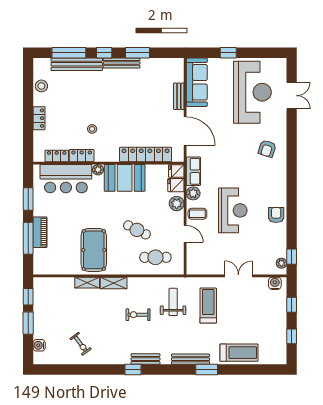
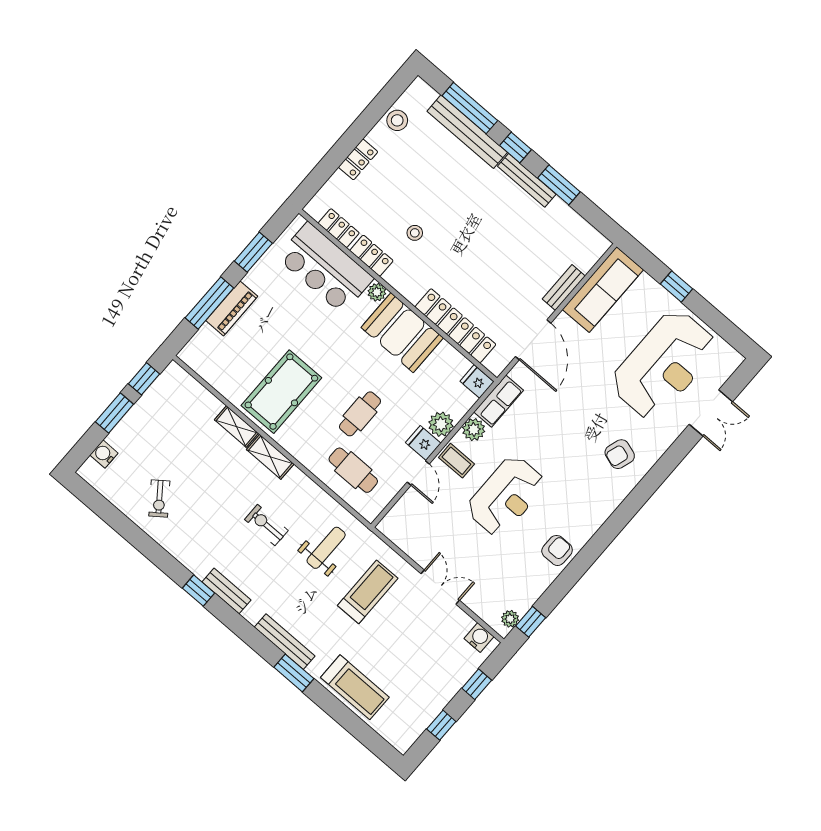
fridge: (176, 185) -> (423, 443), moved
cafe table: (137, 230) -> (360, 414), turned 63

